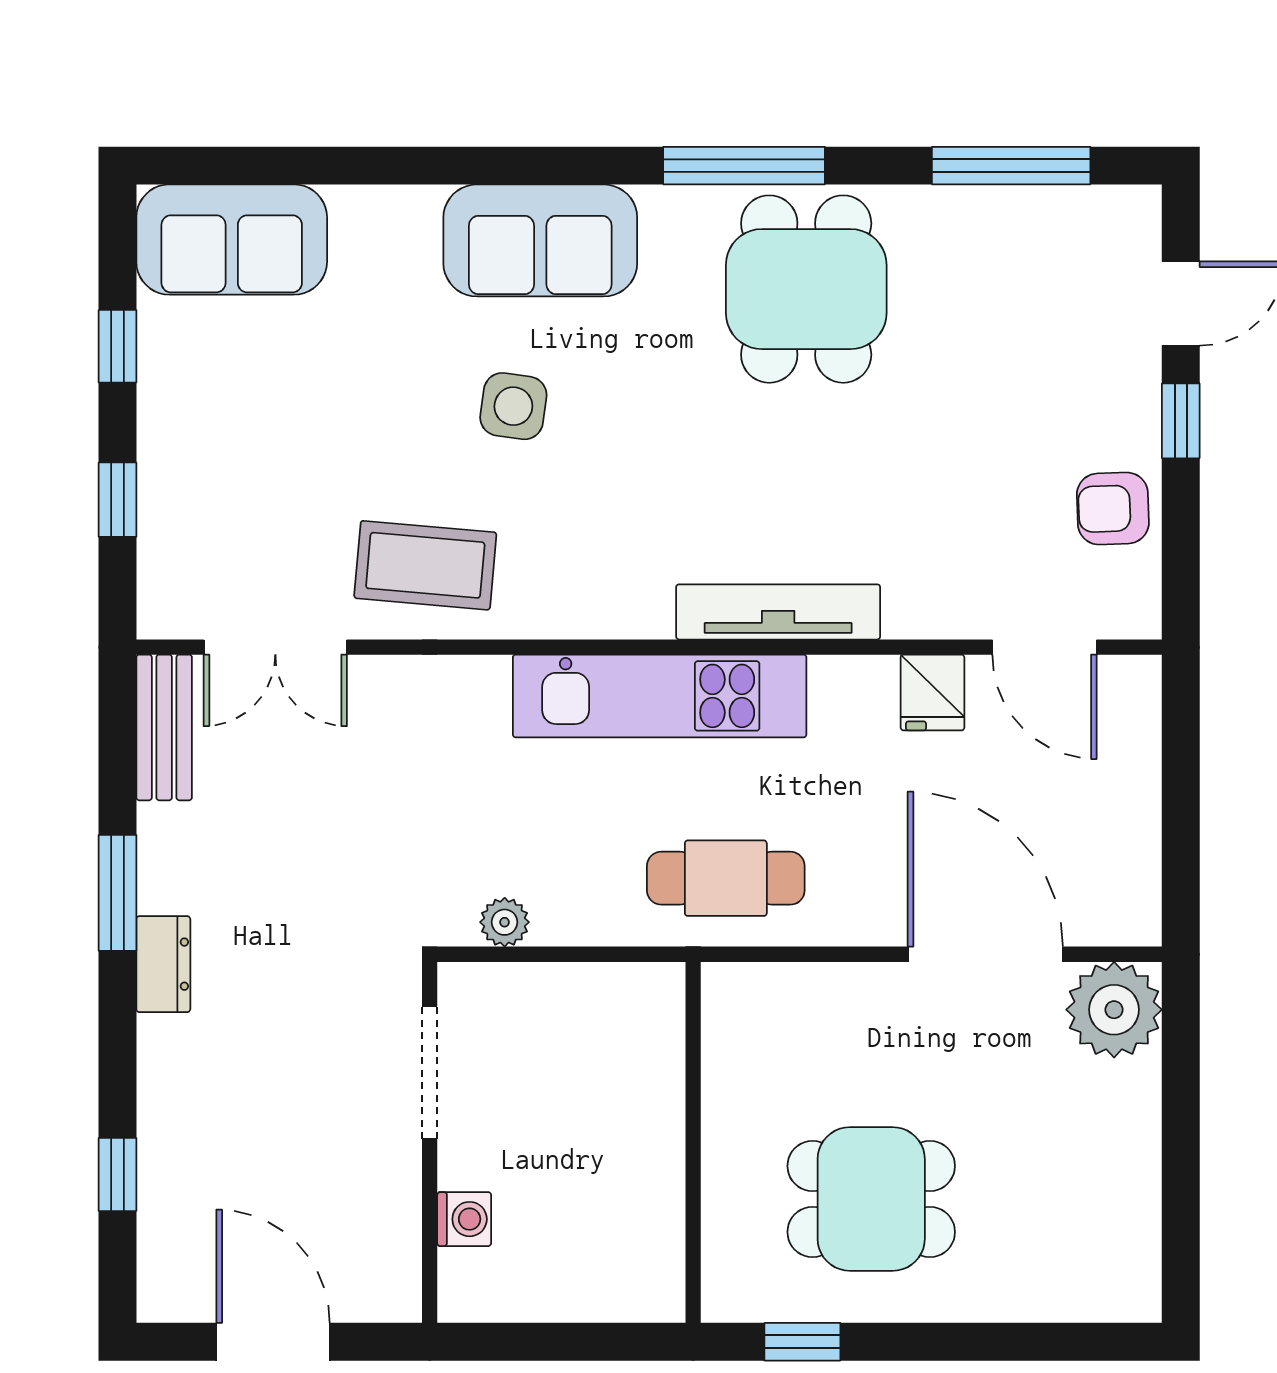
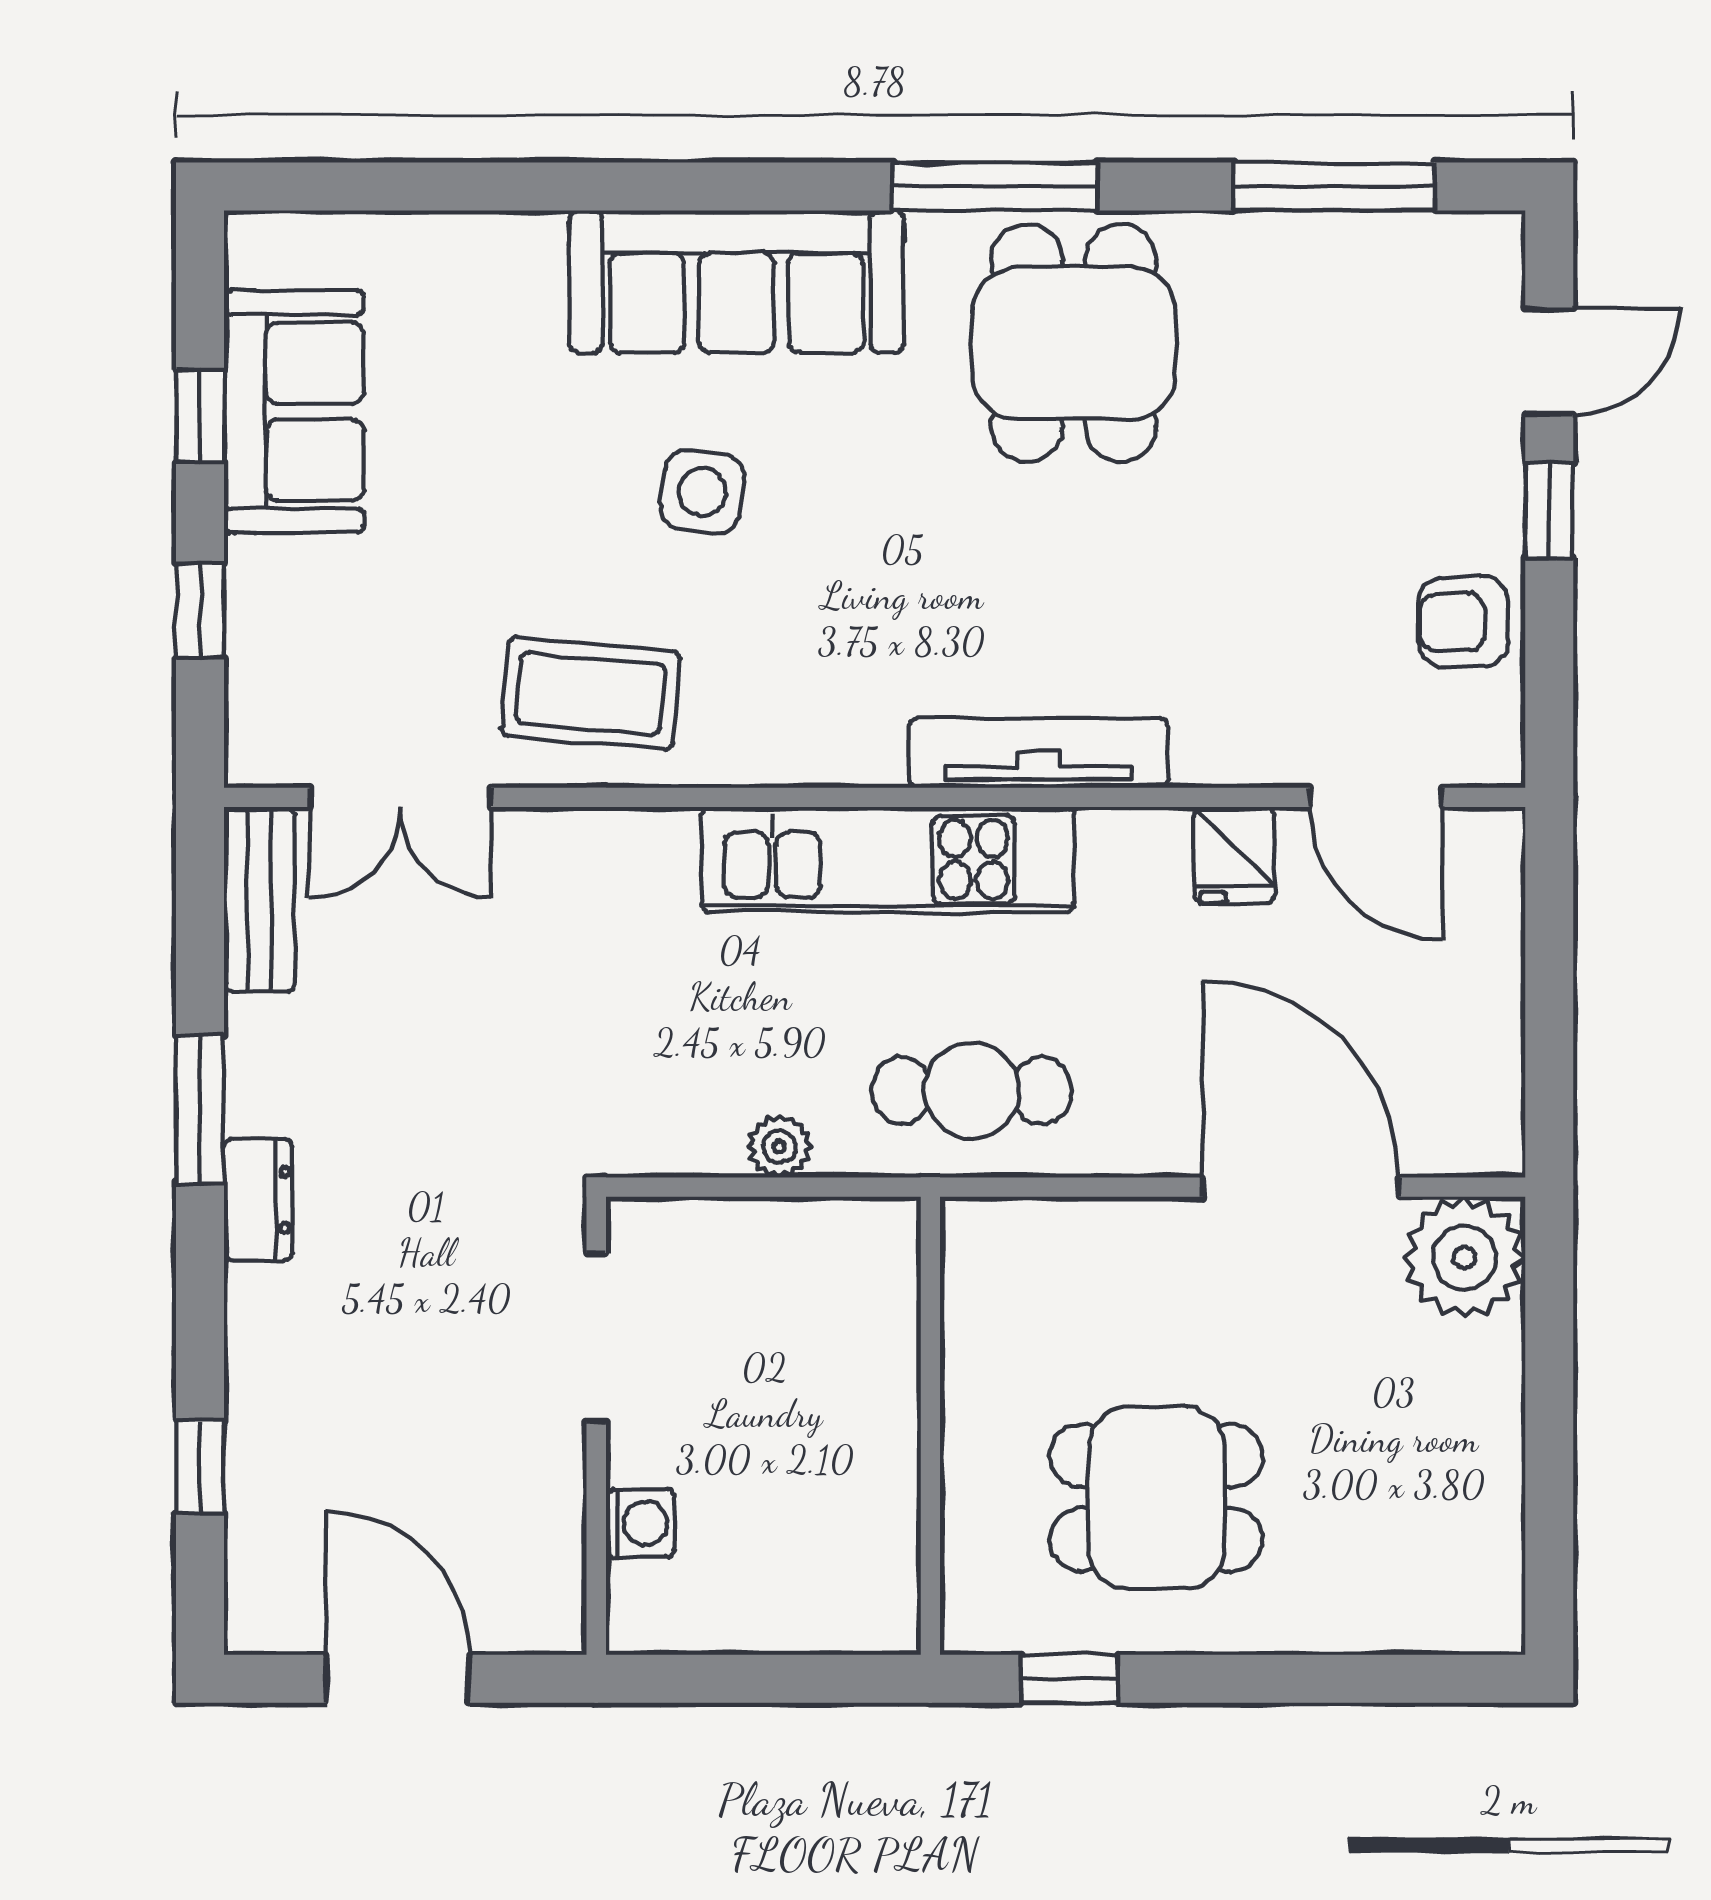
sofa: (232, 240) -> (294, 412), moved, turned -90
sofa: (540, 240) -> (736, 281), width x1.36
plant: (505, 922) -> (779, 1146), moved

